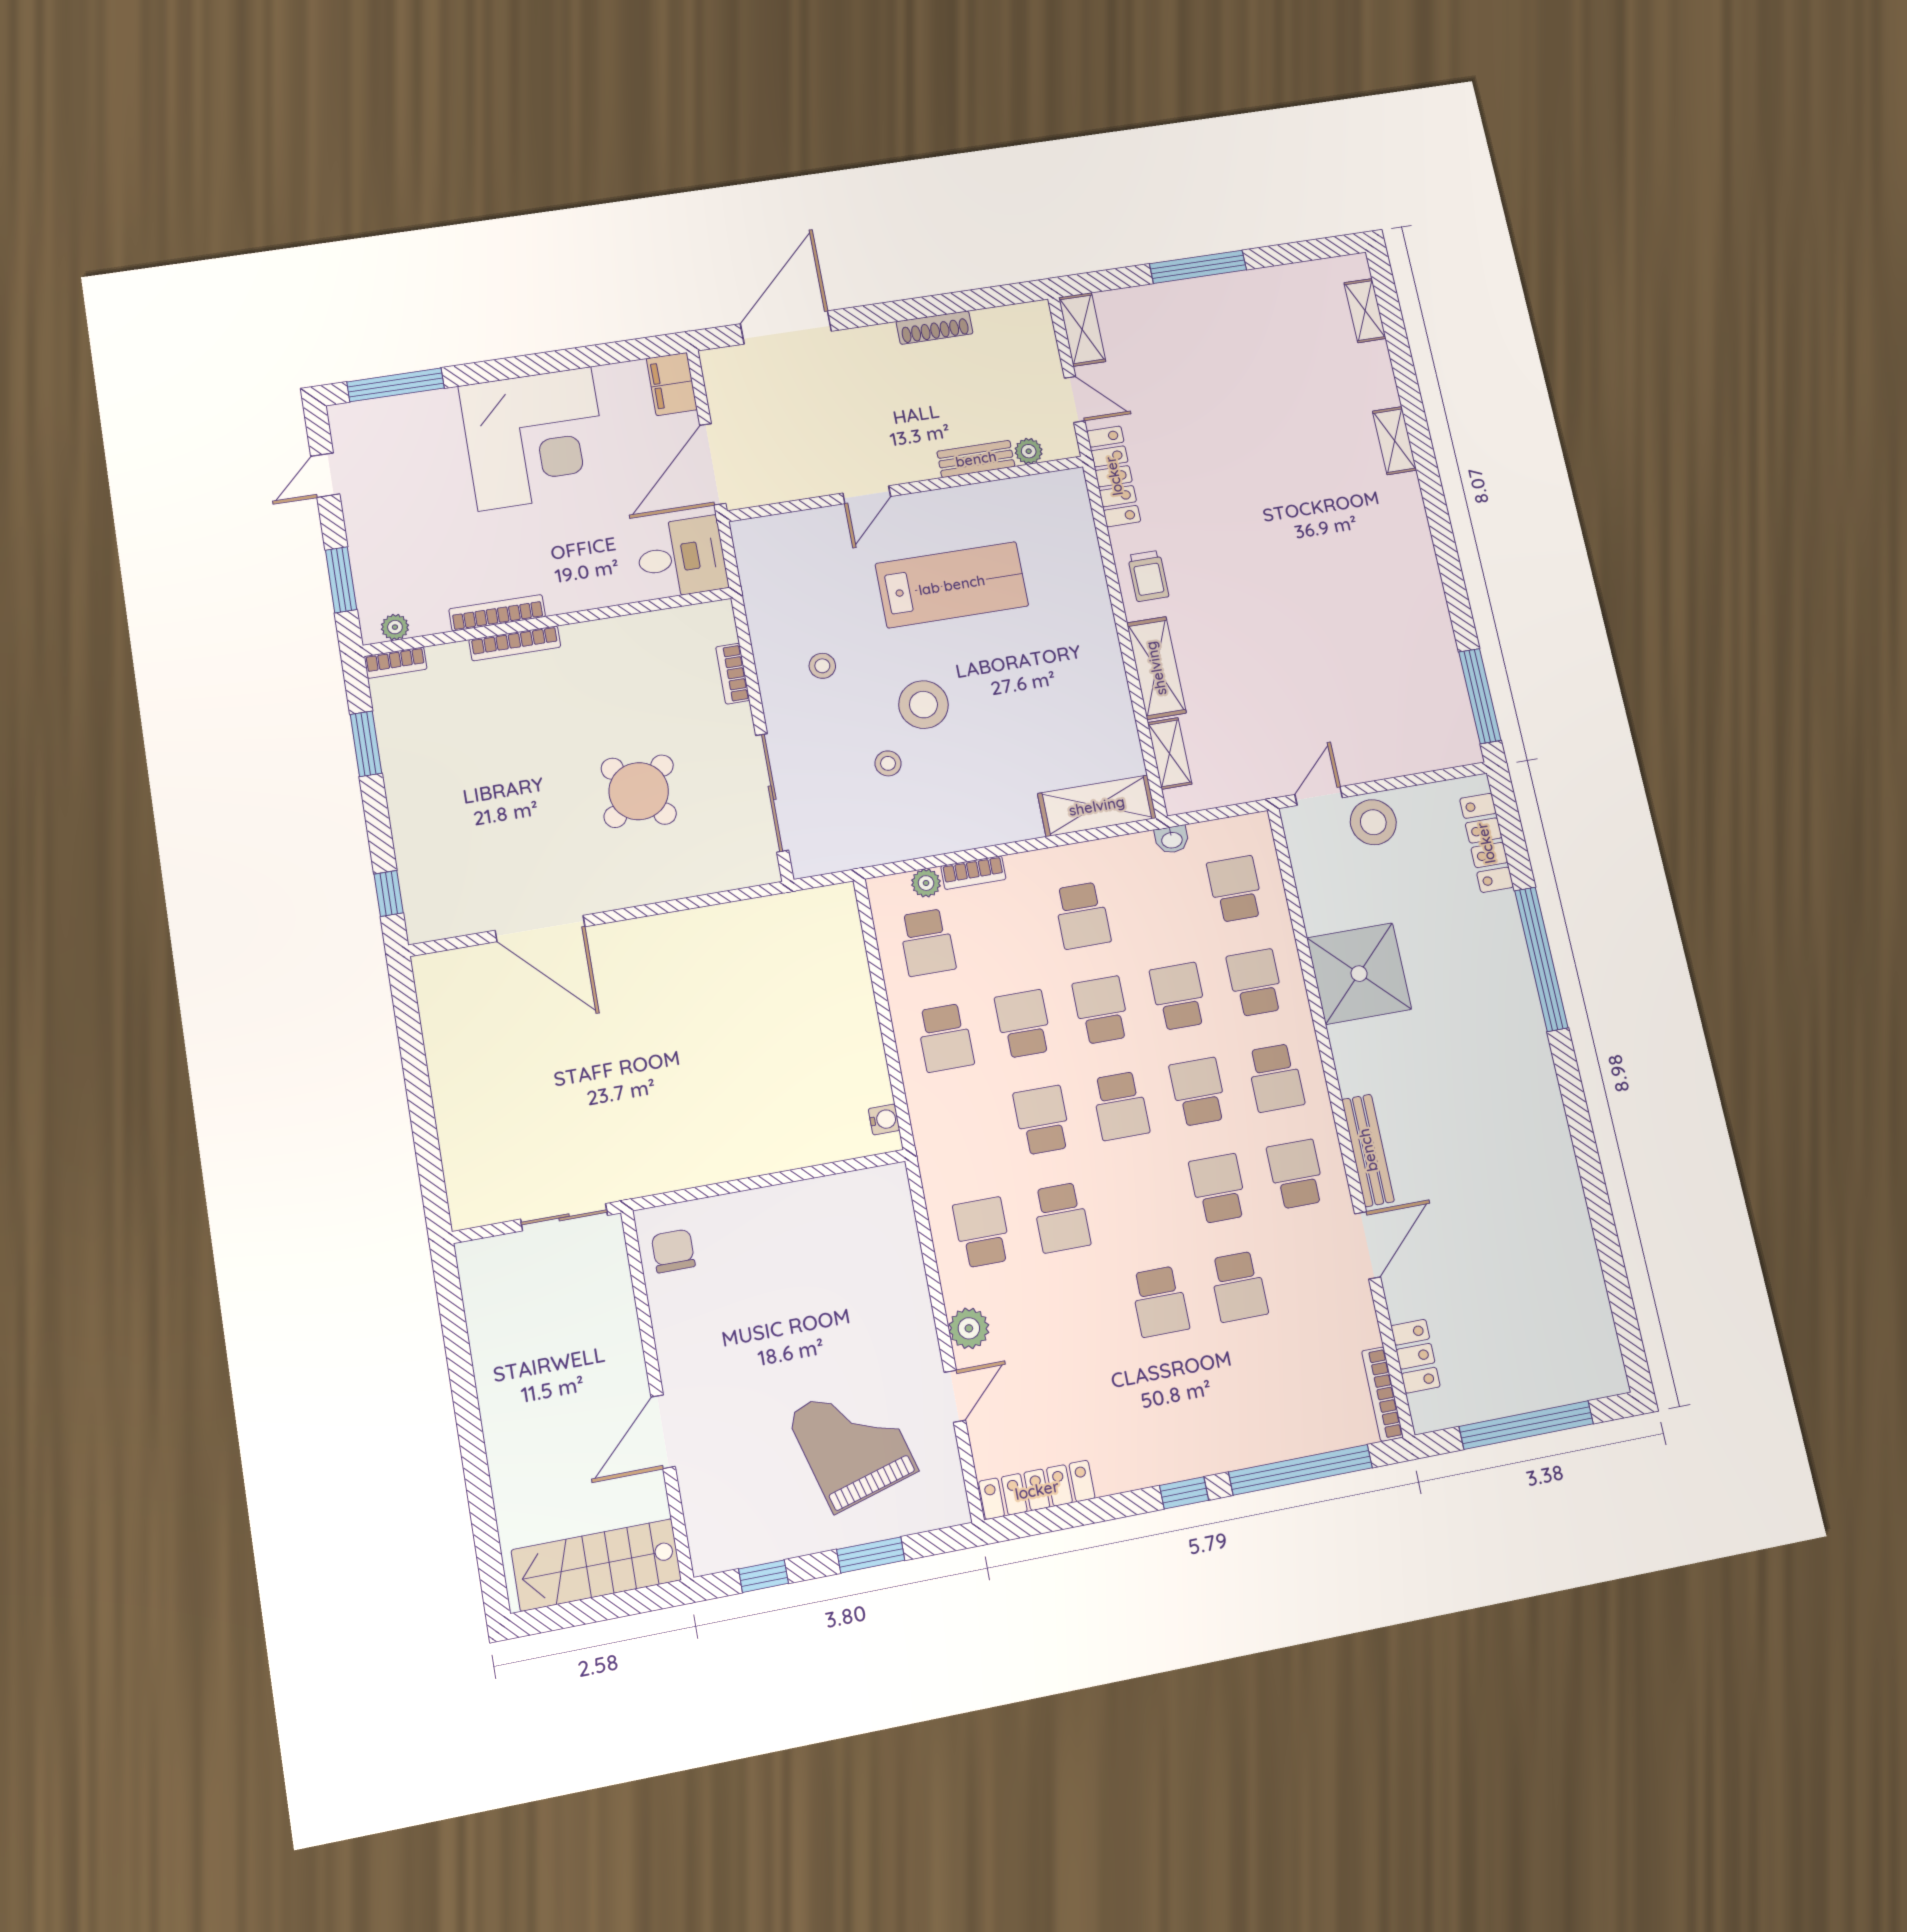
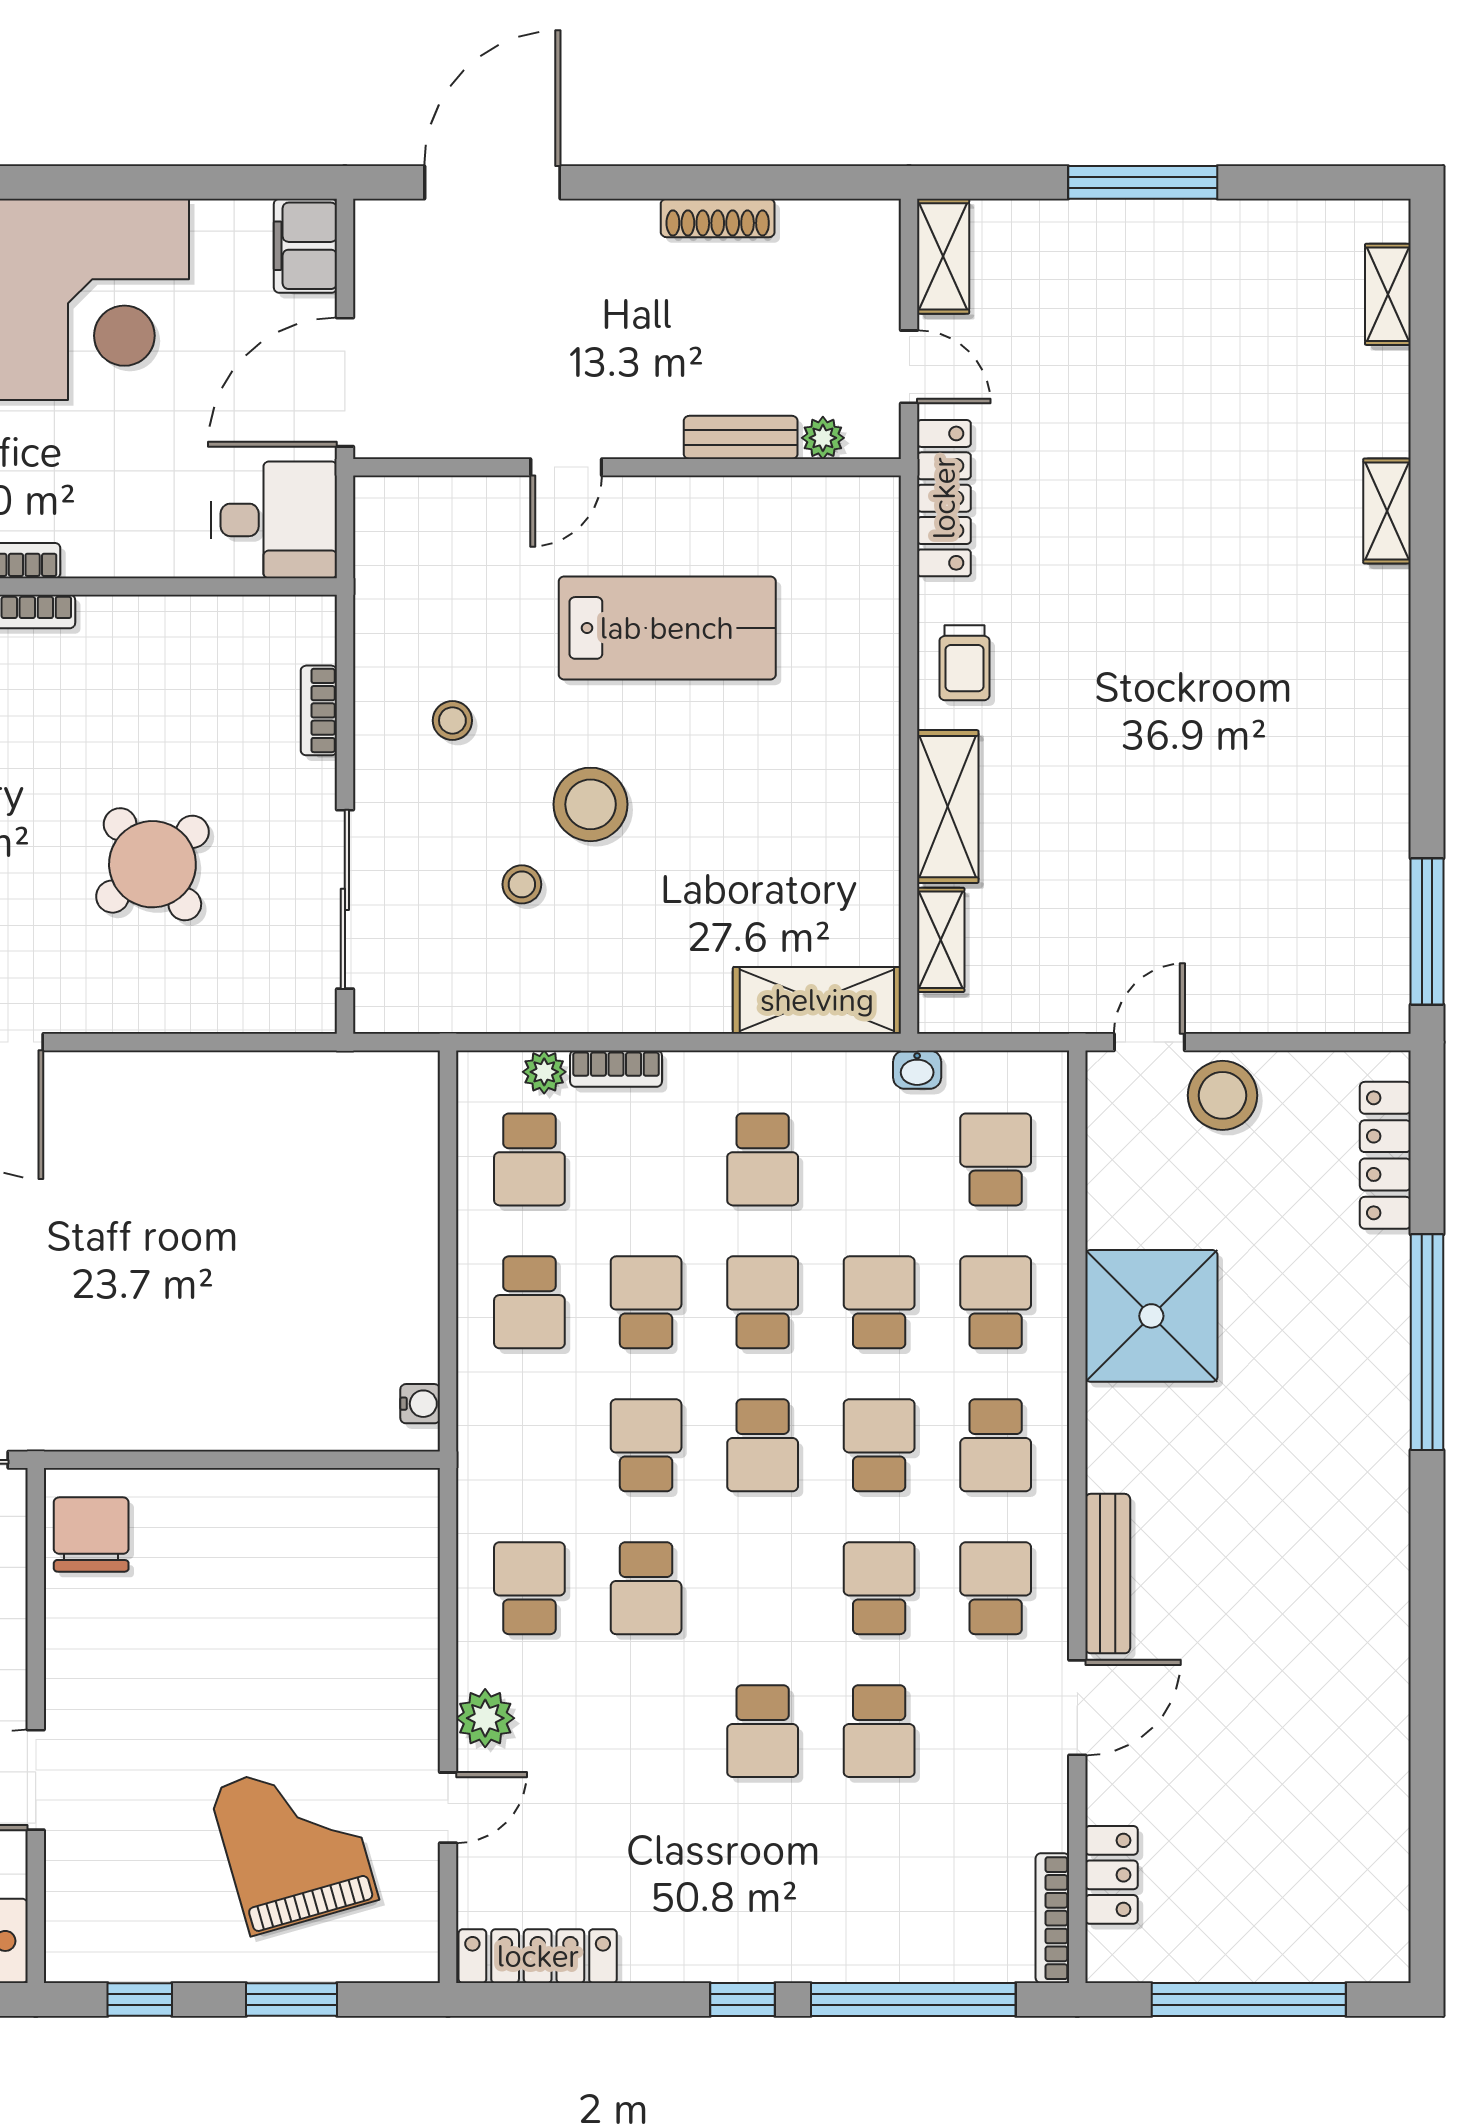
chair: (673, 1251) -> (91, 1535), width x1.37, depth x1.37

